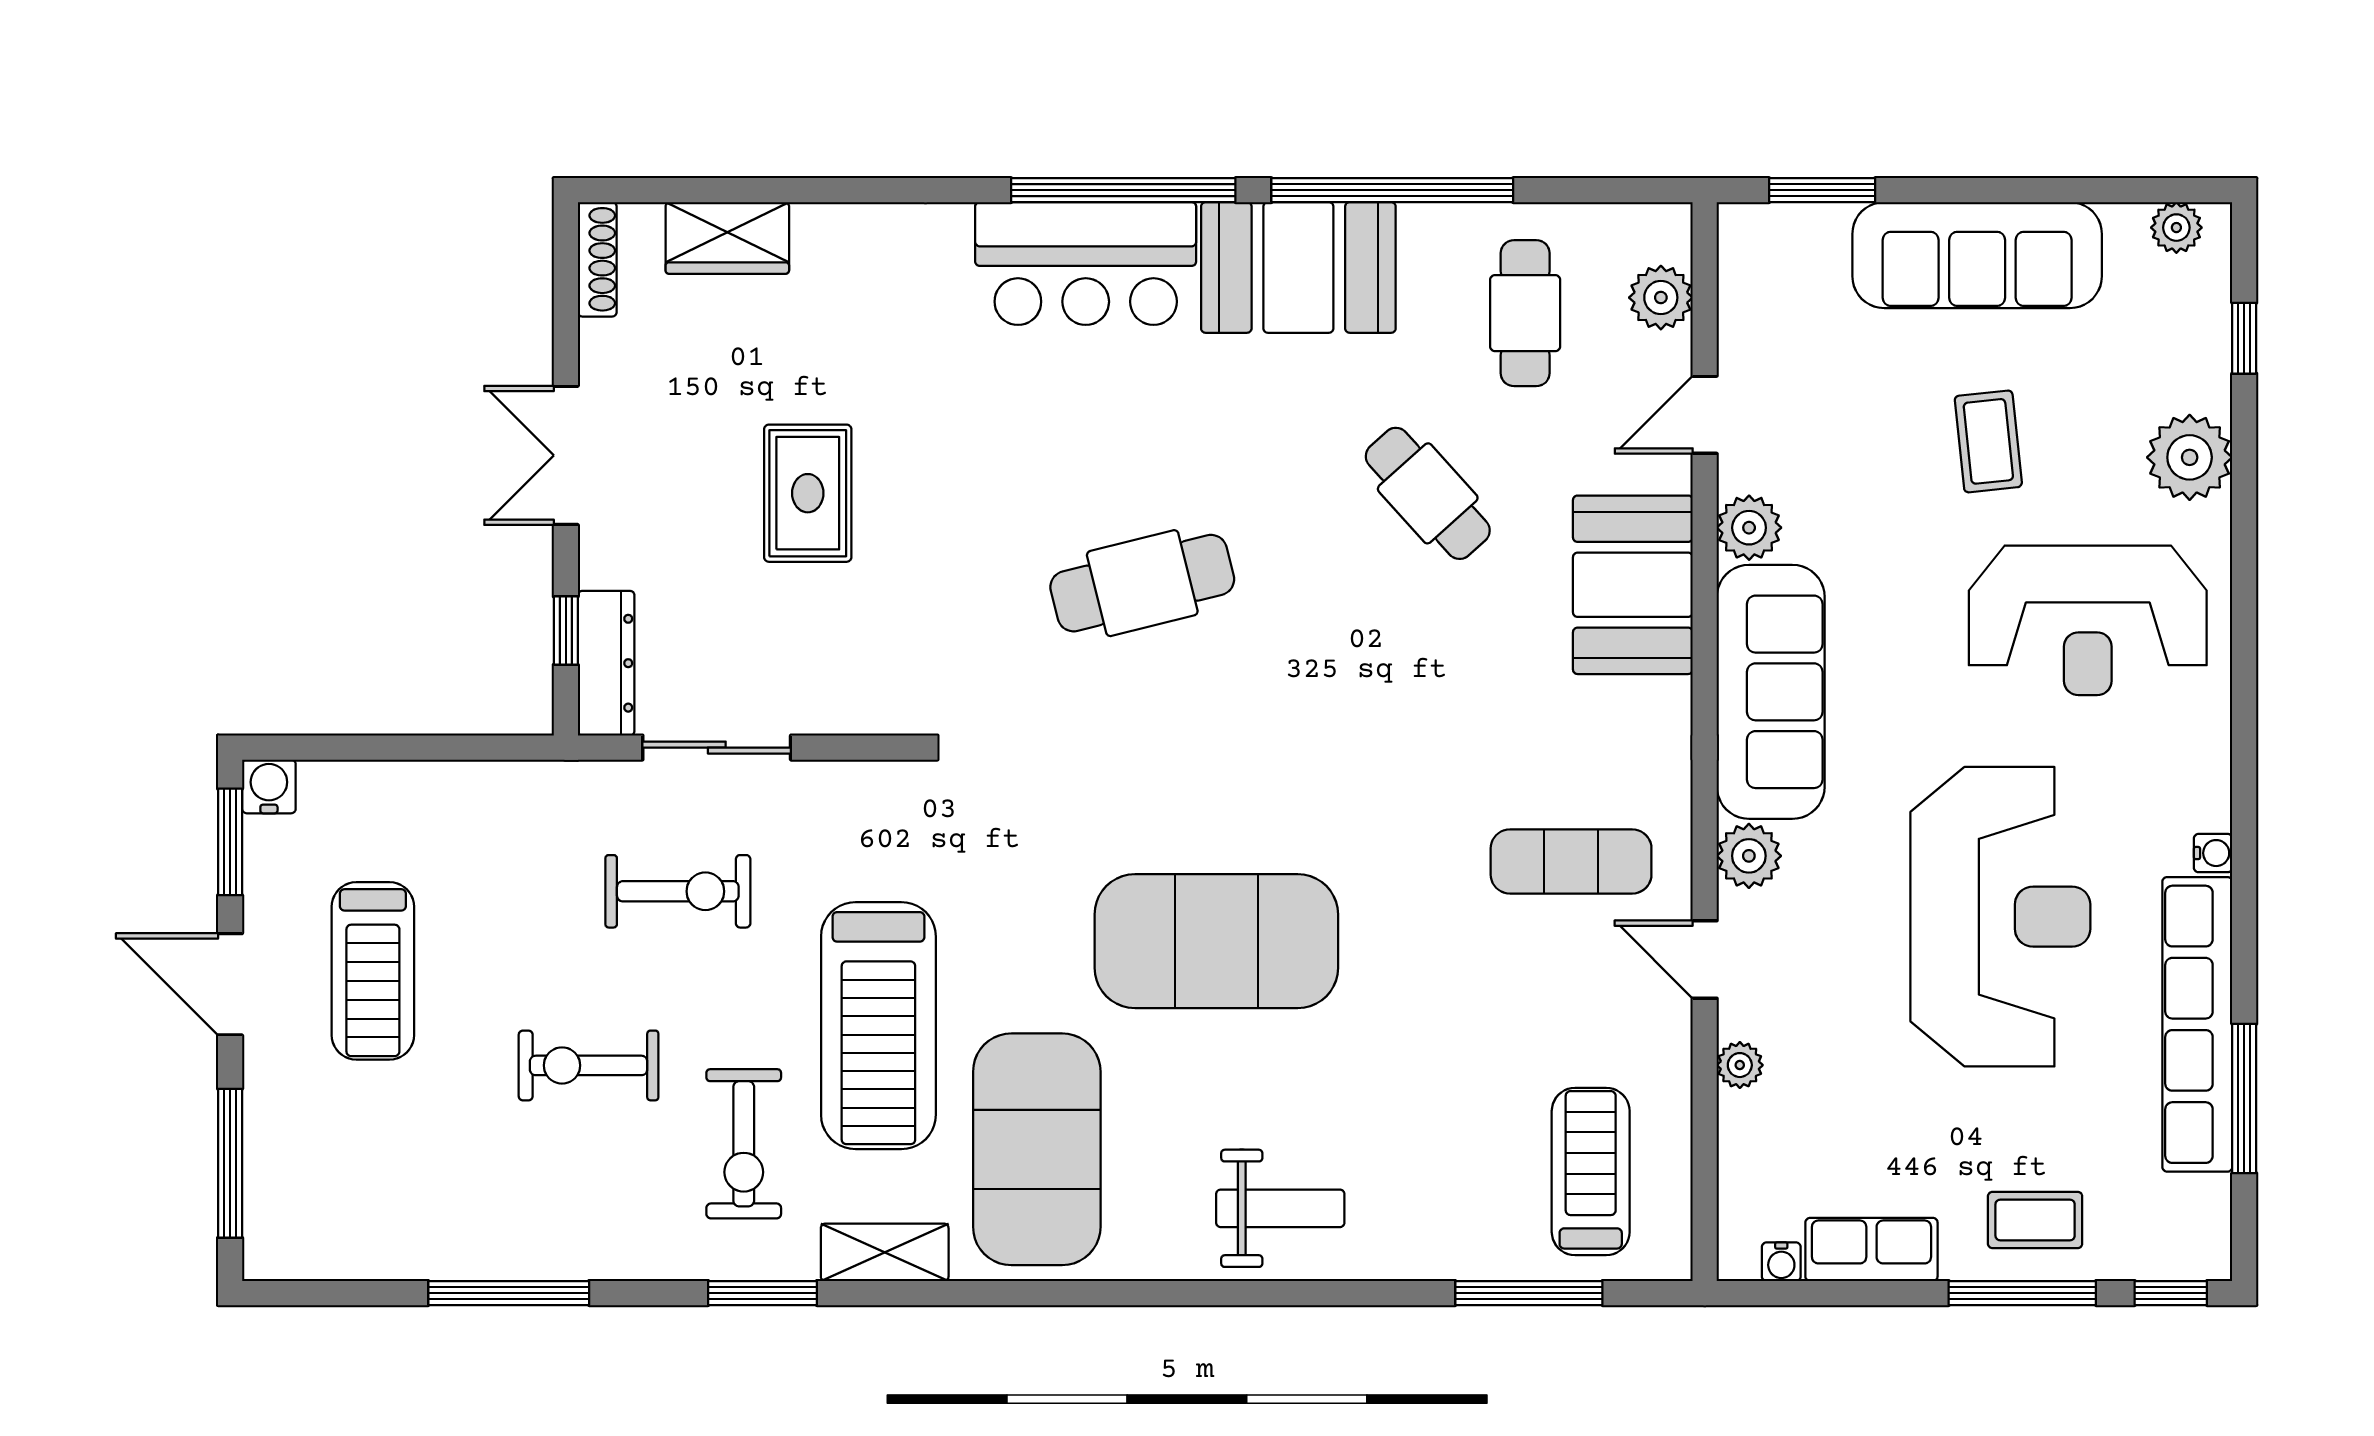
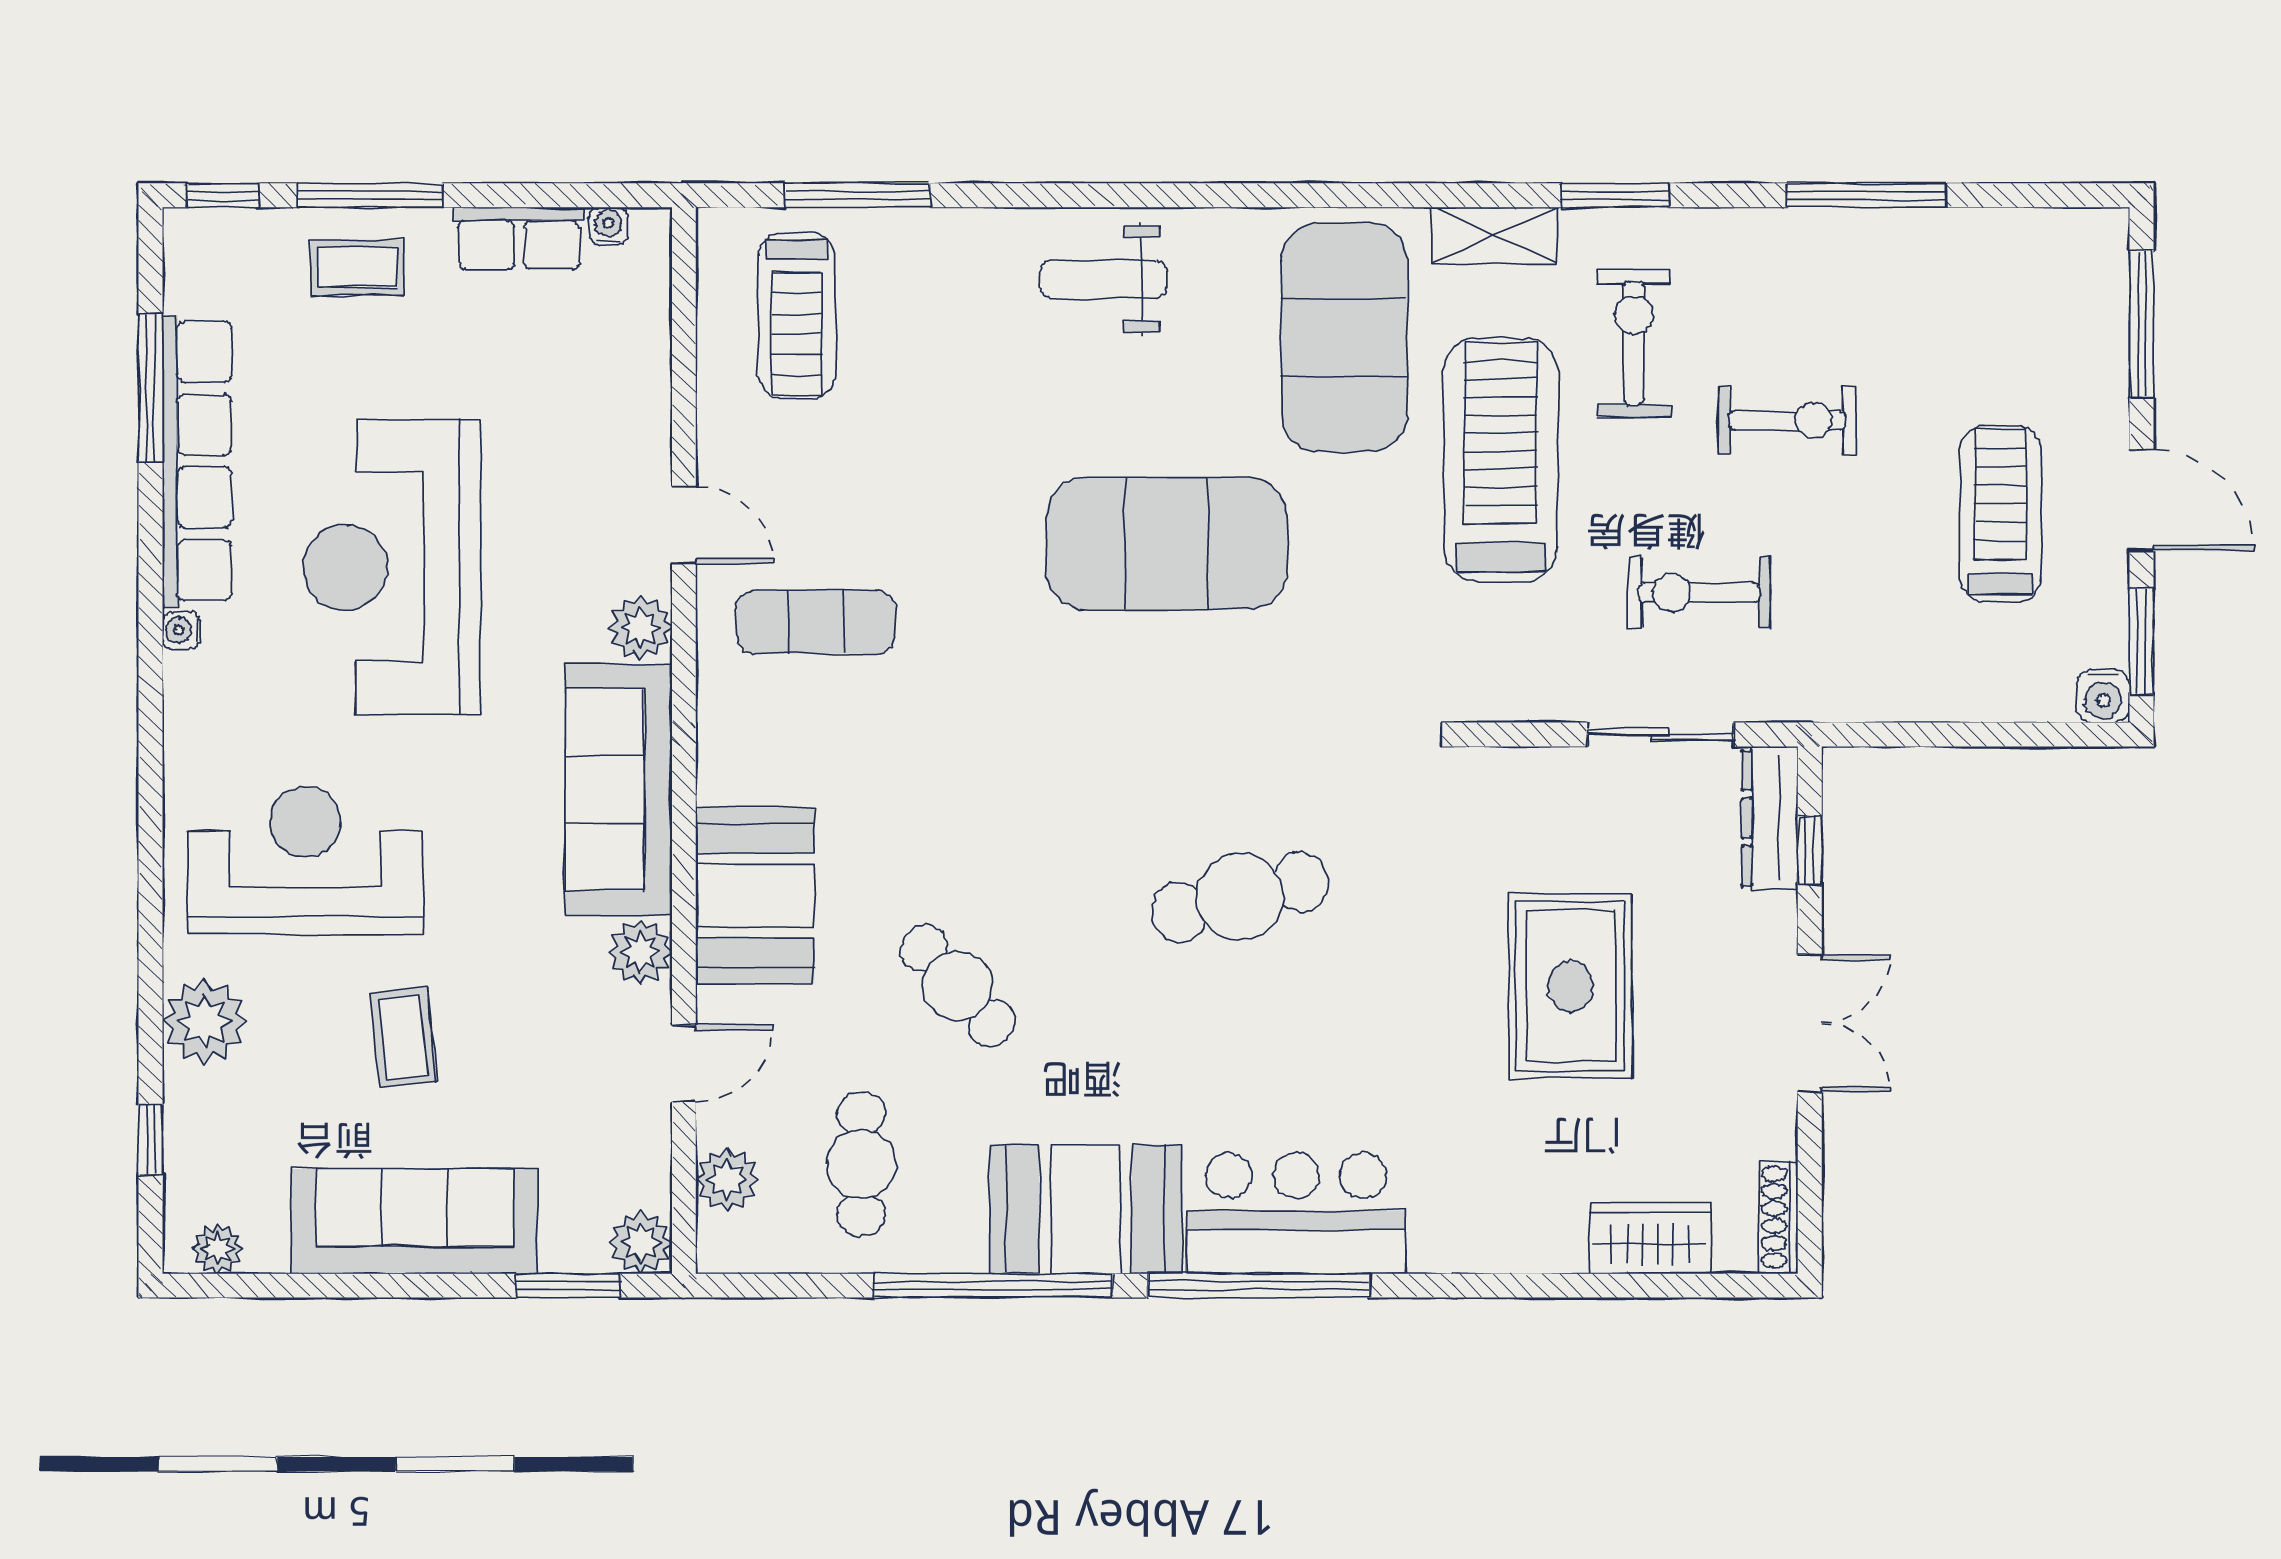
rug: (808, 493) -> (1571, 986), width x1.36, depth x1.43
plant: (1740, 1065) -> (641, 1242), moved, width x1.38, depth x1.38

